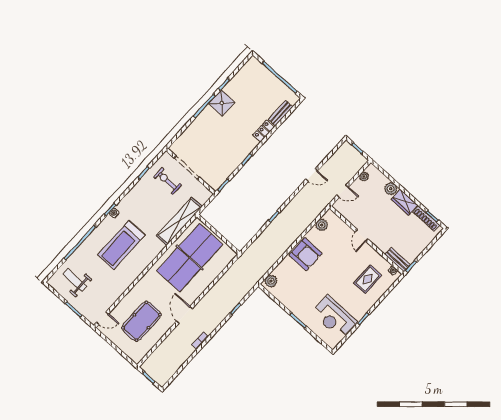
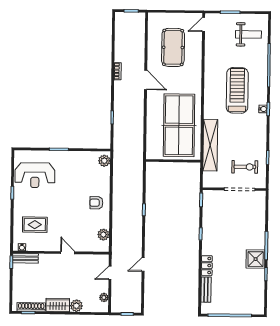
armchair: (306, 254) -> (96, 203), width x0.53, depth x0.53
rug: (368, 279) -> (35, 225), turned 90
reception desk: (334, 317) -> (35, 175), turned 180

